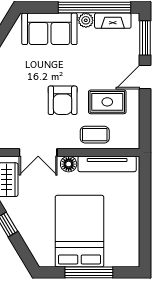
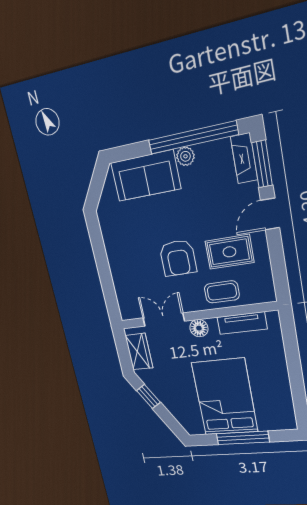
fireplace: (113, 21) -> (244, 158), moved, turned 90
double door: (38, 152) -> (164, 320), swing flipped
tv unit: (107, 164) -> (242, 323), width x0.71

